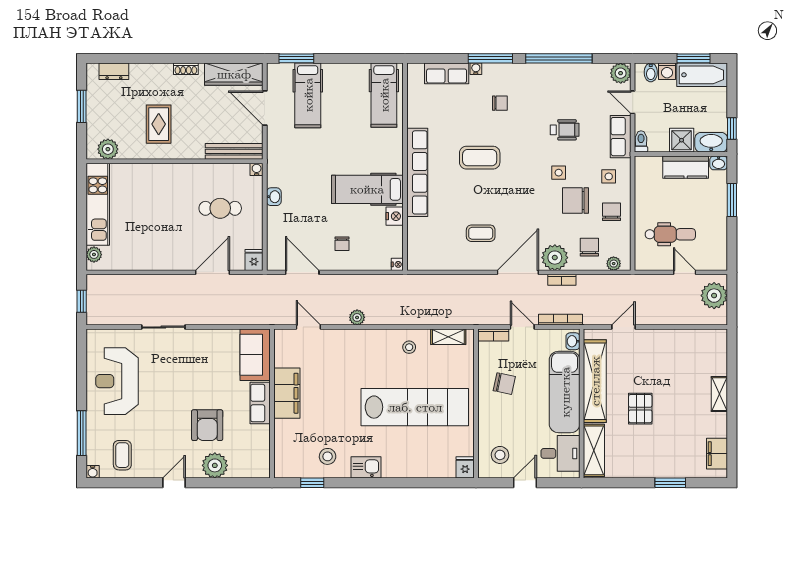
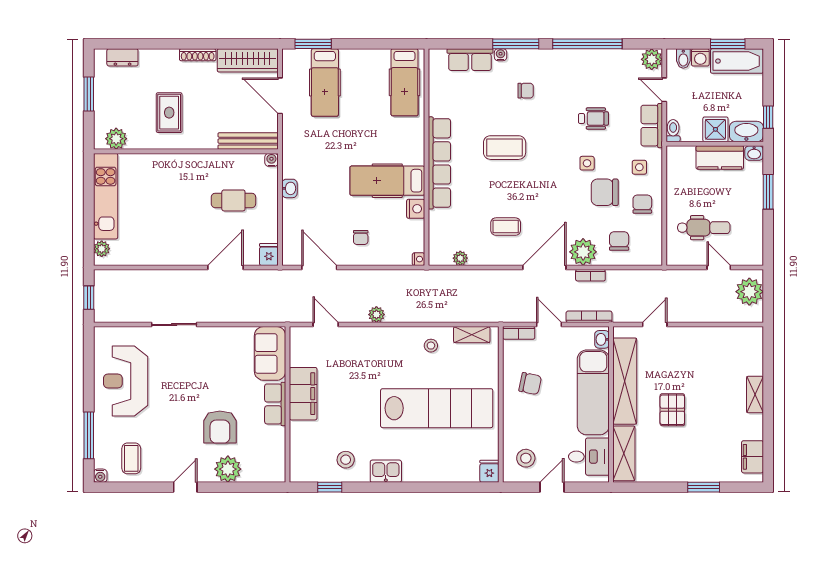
shoe rack: (186, 69) -> (198, 55), width x1.43
plant: (614, 264) -> (460, 258), moved

